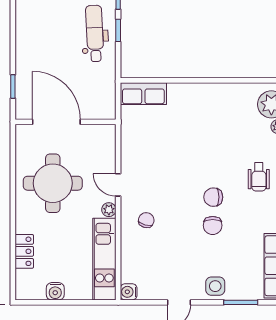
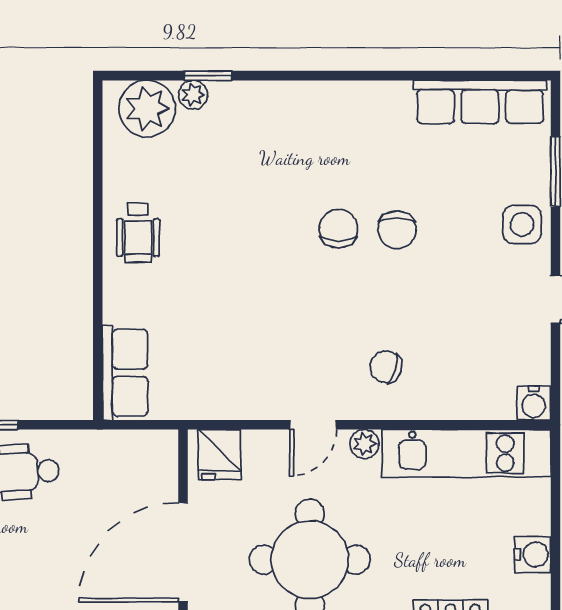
fridge: (104, 139) -> (219, 455), added
wheelchair: (259, 177) -> (138, 233), moved, turned 90
chair: (213, 197) -> (338, 229), turned 180
chair: (213, 225) -> (397, 230), turned 90

